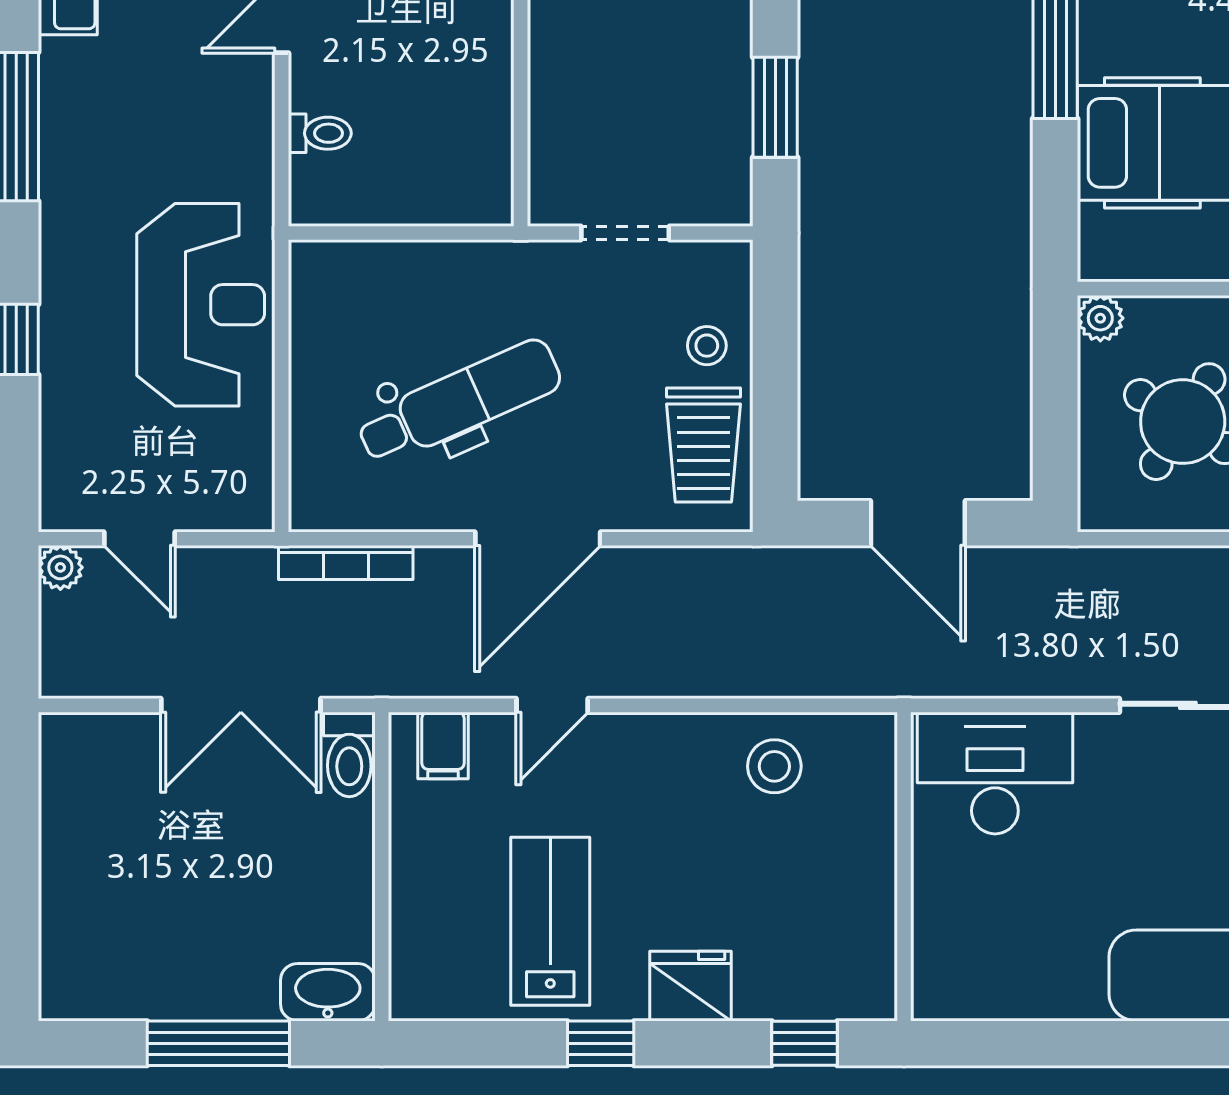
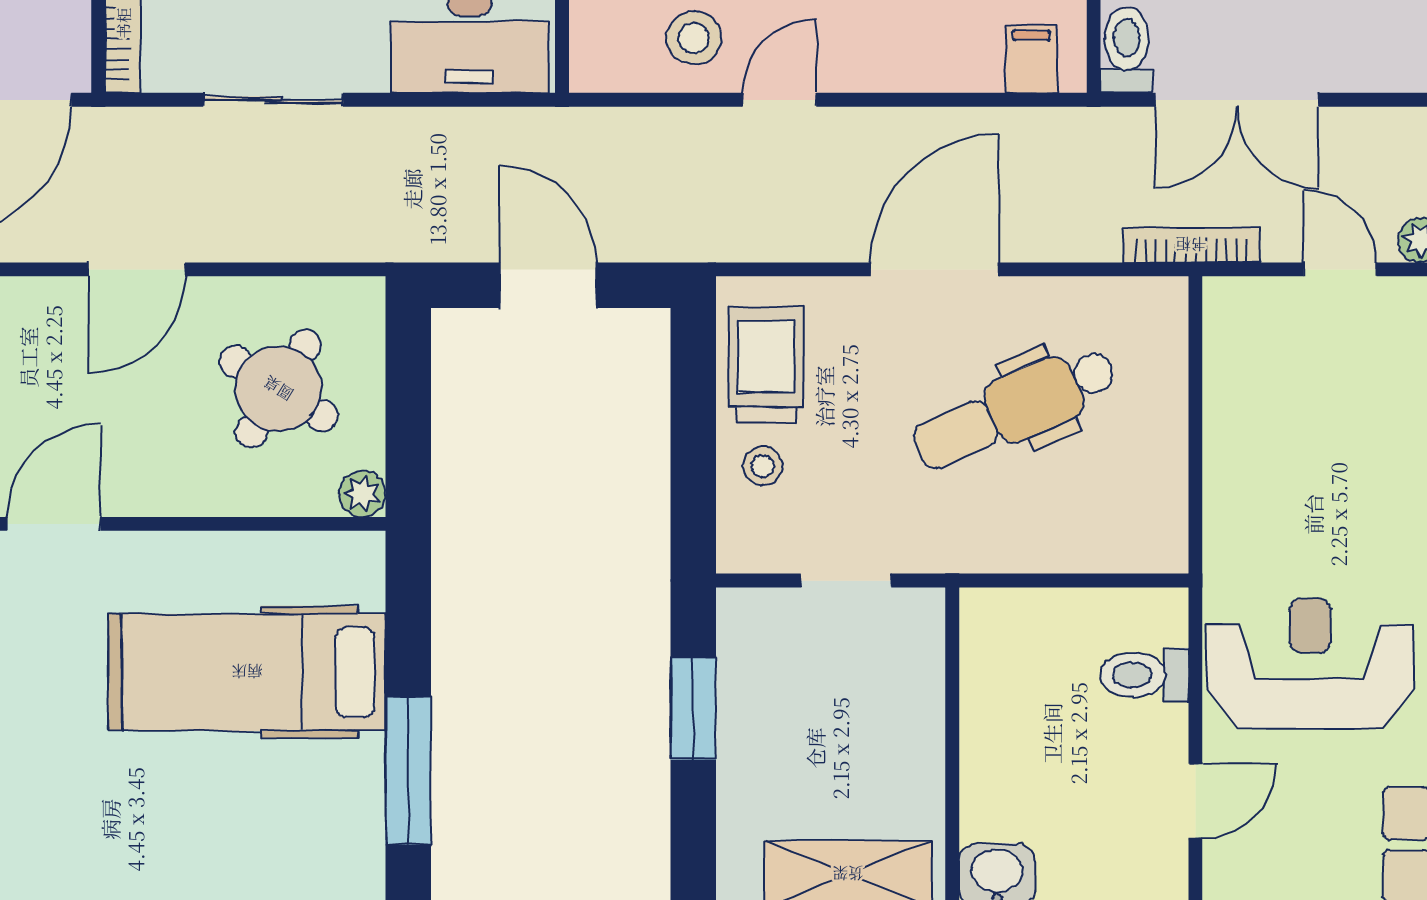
toilet: (320, 133) -> (1144, 675), width x1.37, depth x1.39
reception desk: (201, 305) -> (1310, 663), moved, turned 90
bookcase: (346, 563) -> (1191, 245), moved
double door: (241, 705) -> (1237, 100), swing flipped
door: (552, 705) -> (779, 100), moved

